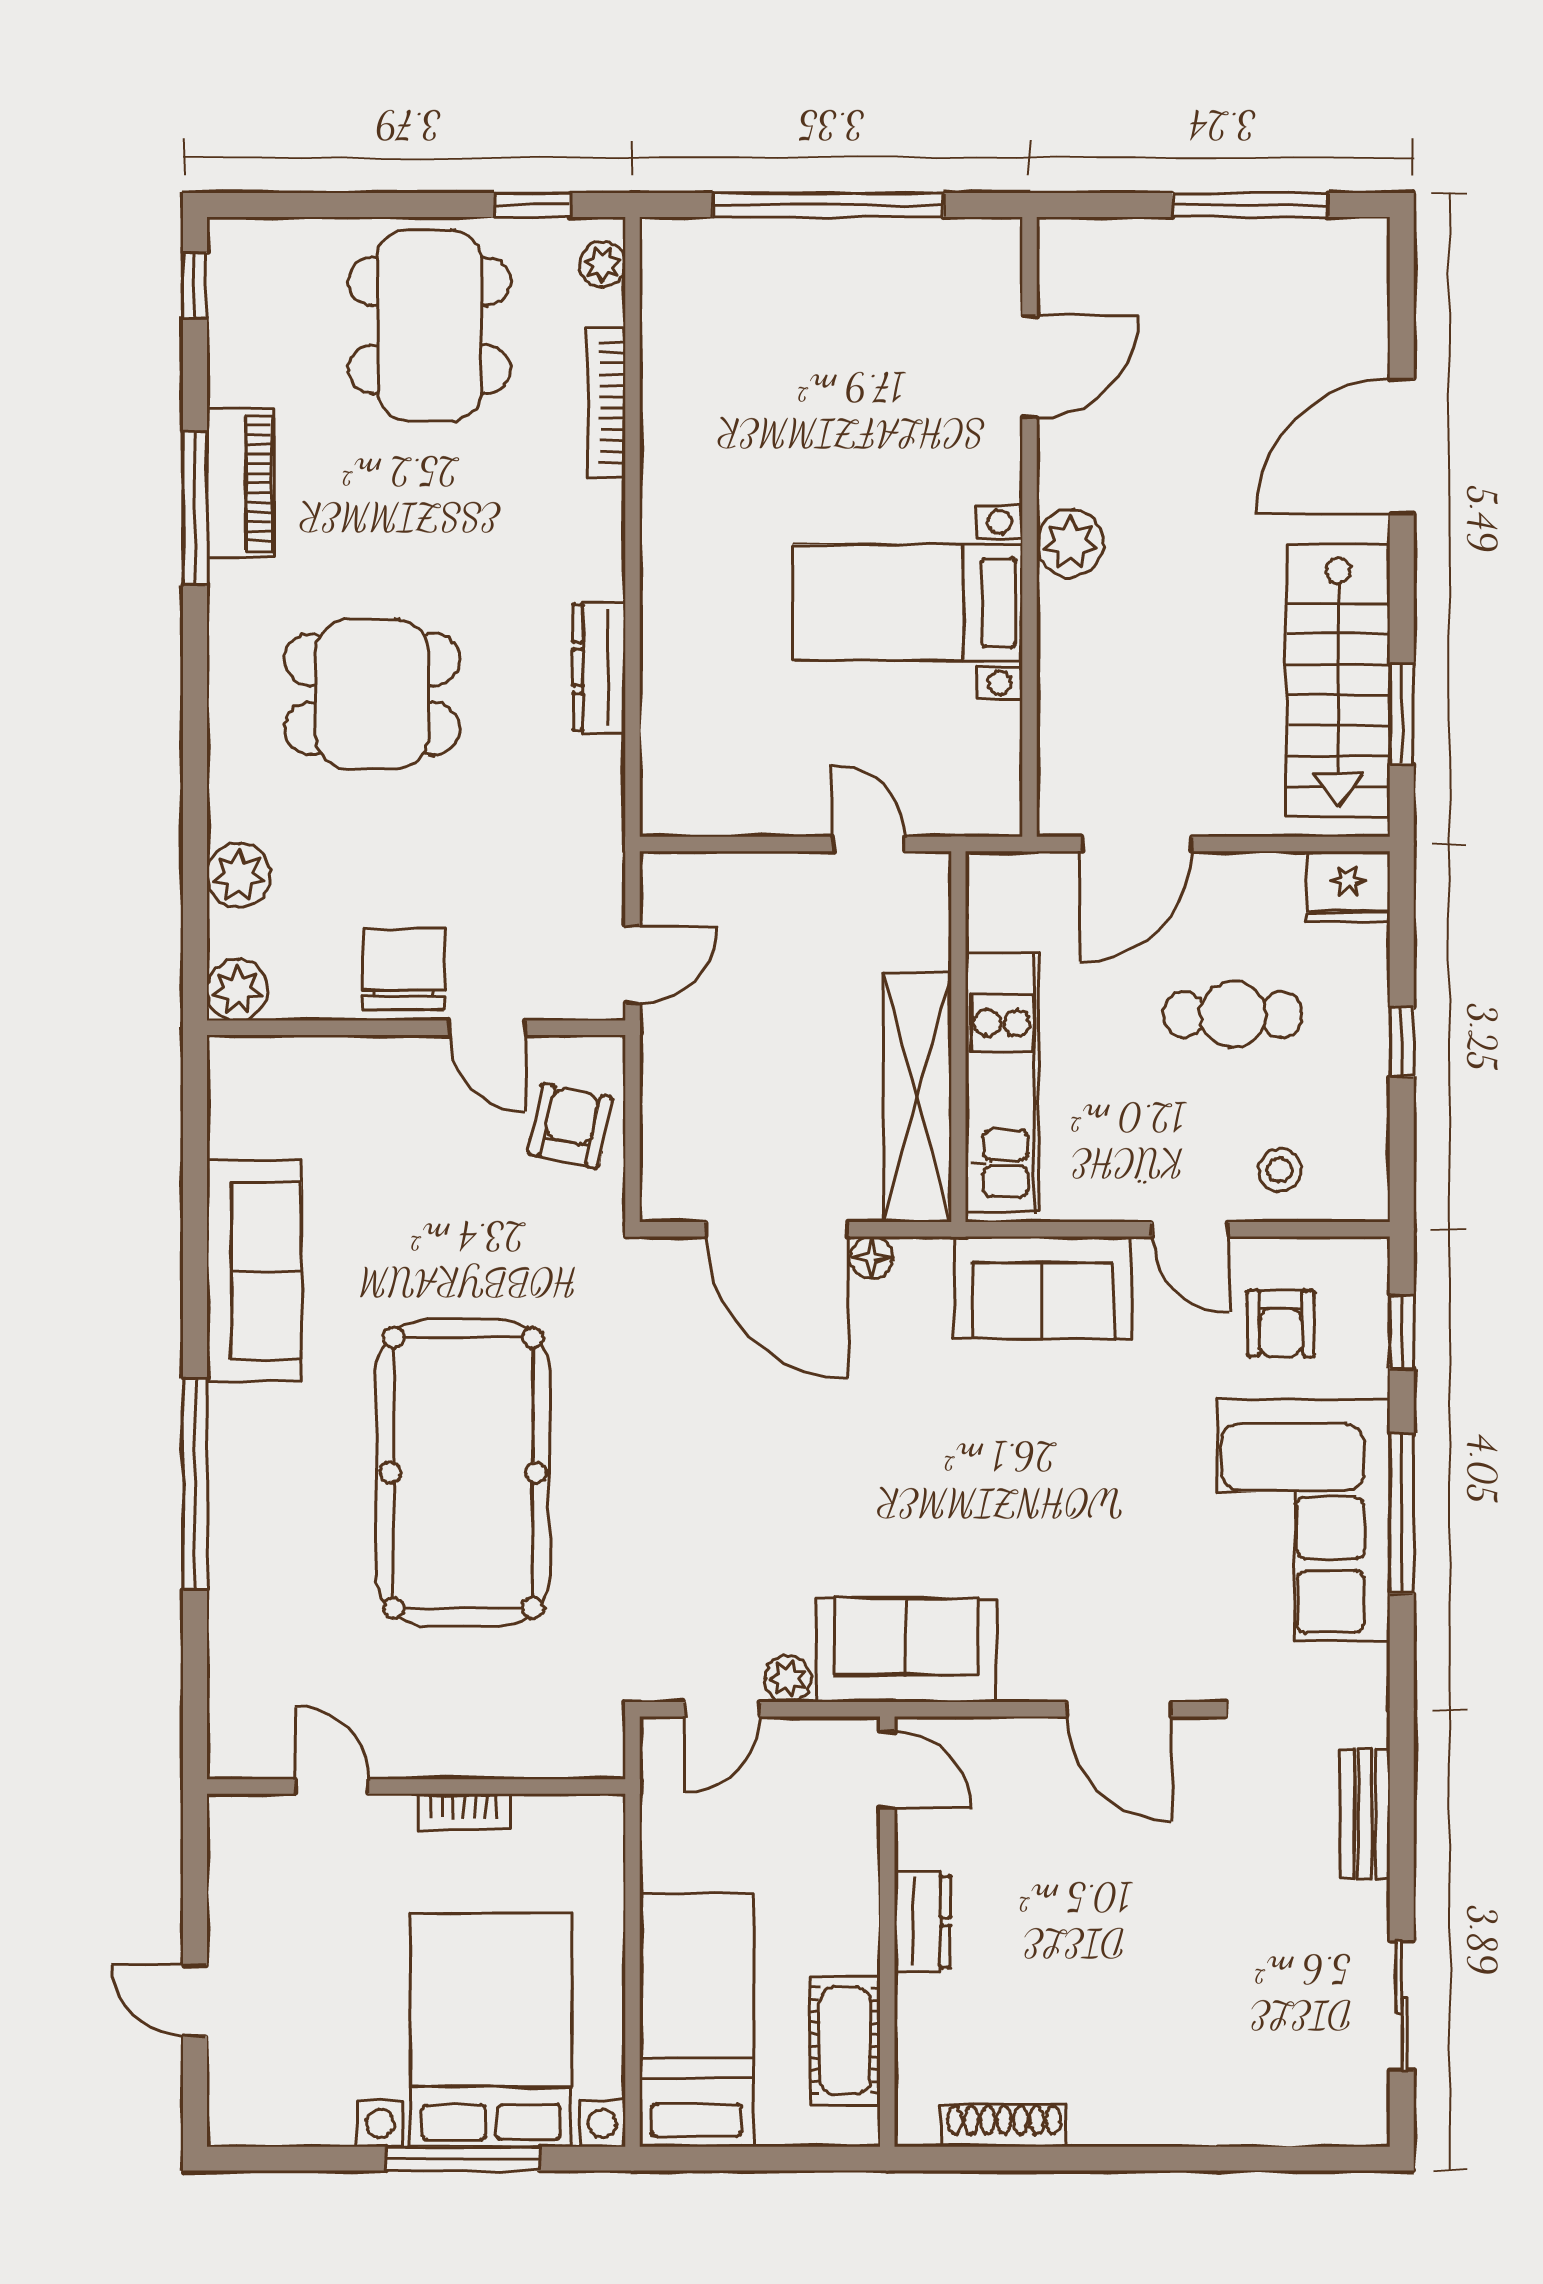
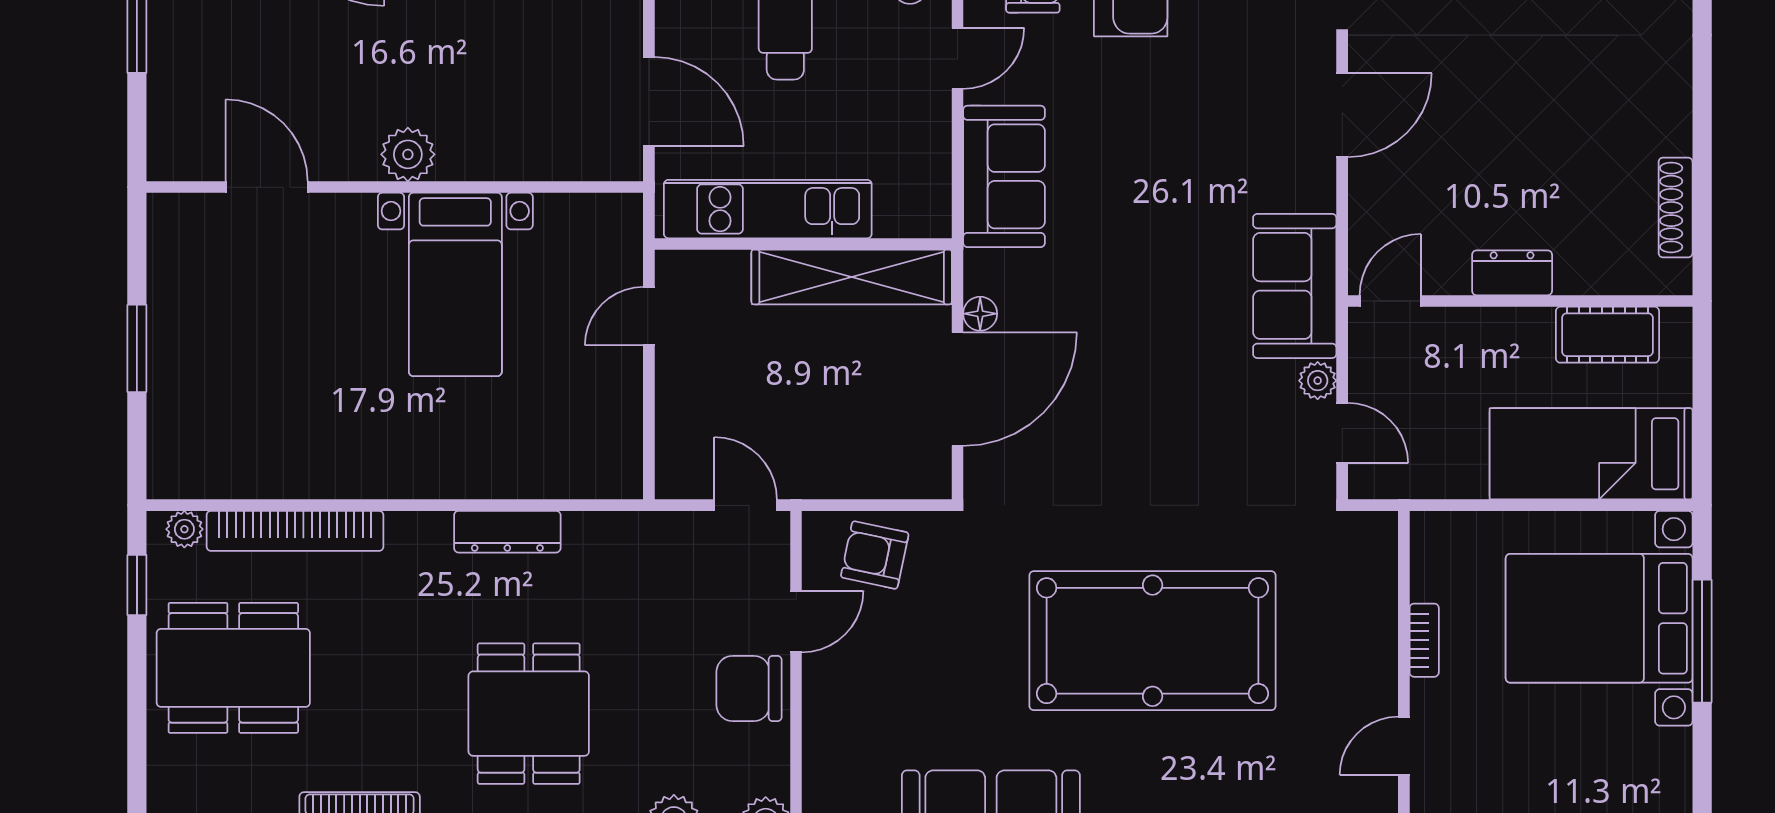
window: (828, 205) -> (137, 348), width x0.47
bookcase: (606, 402) -> (295, 531), width x1.48, depth x1.31
kitchen unit: (1002, 1083) -> (768, 209), moved

